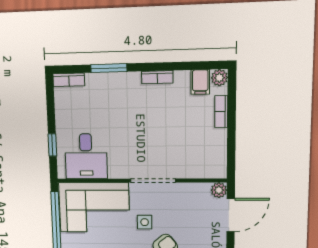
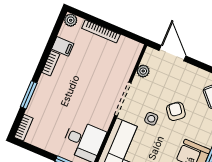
filing cabinet: (200, 82) -> (63, 46), moved
bookcase: (221, 112) -> (101, 31), width x1.56
plant: (219, 190) -> (143, 71), moved

